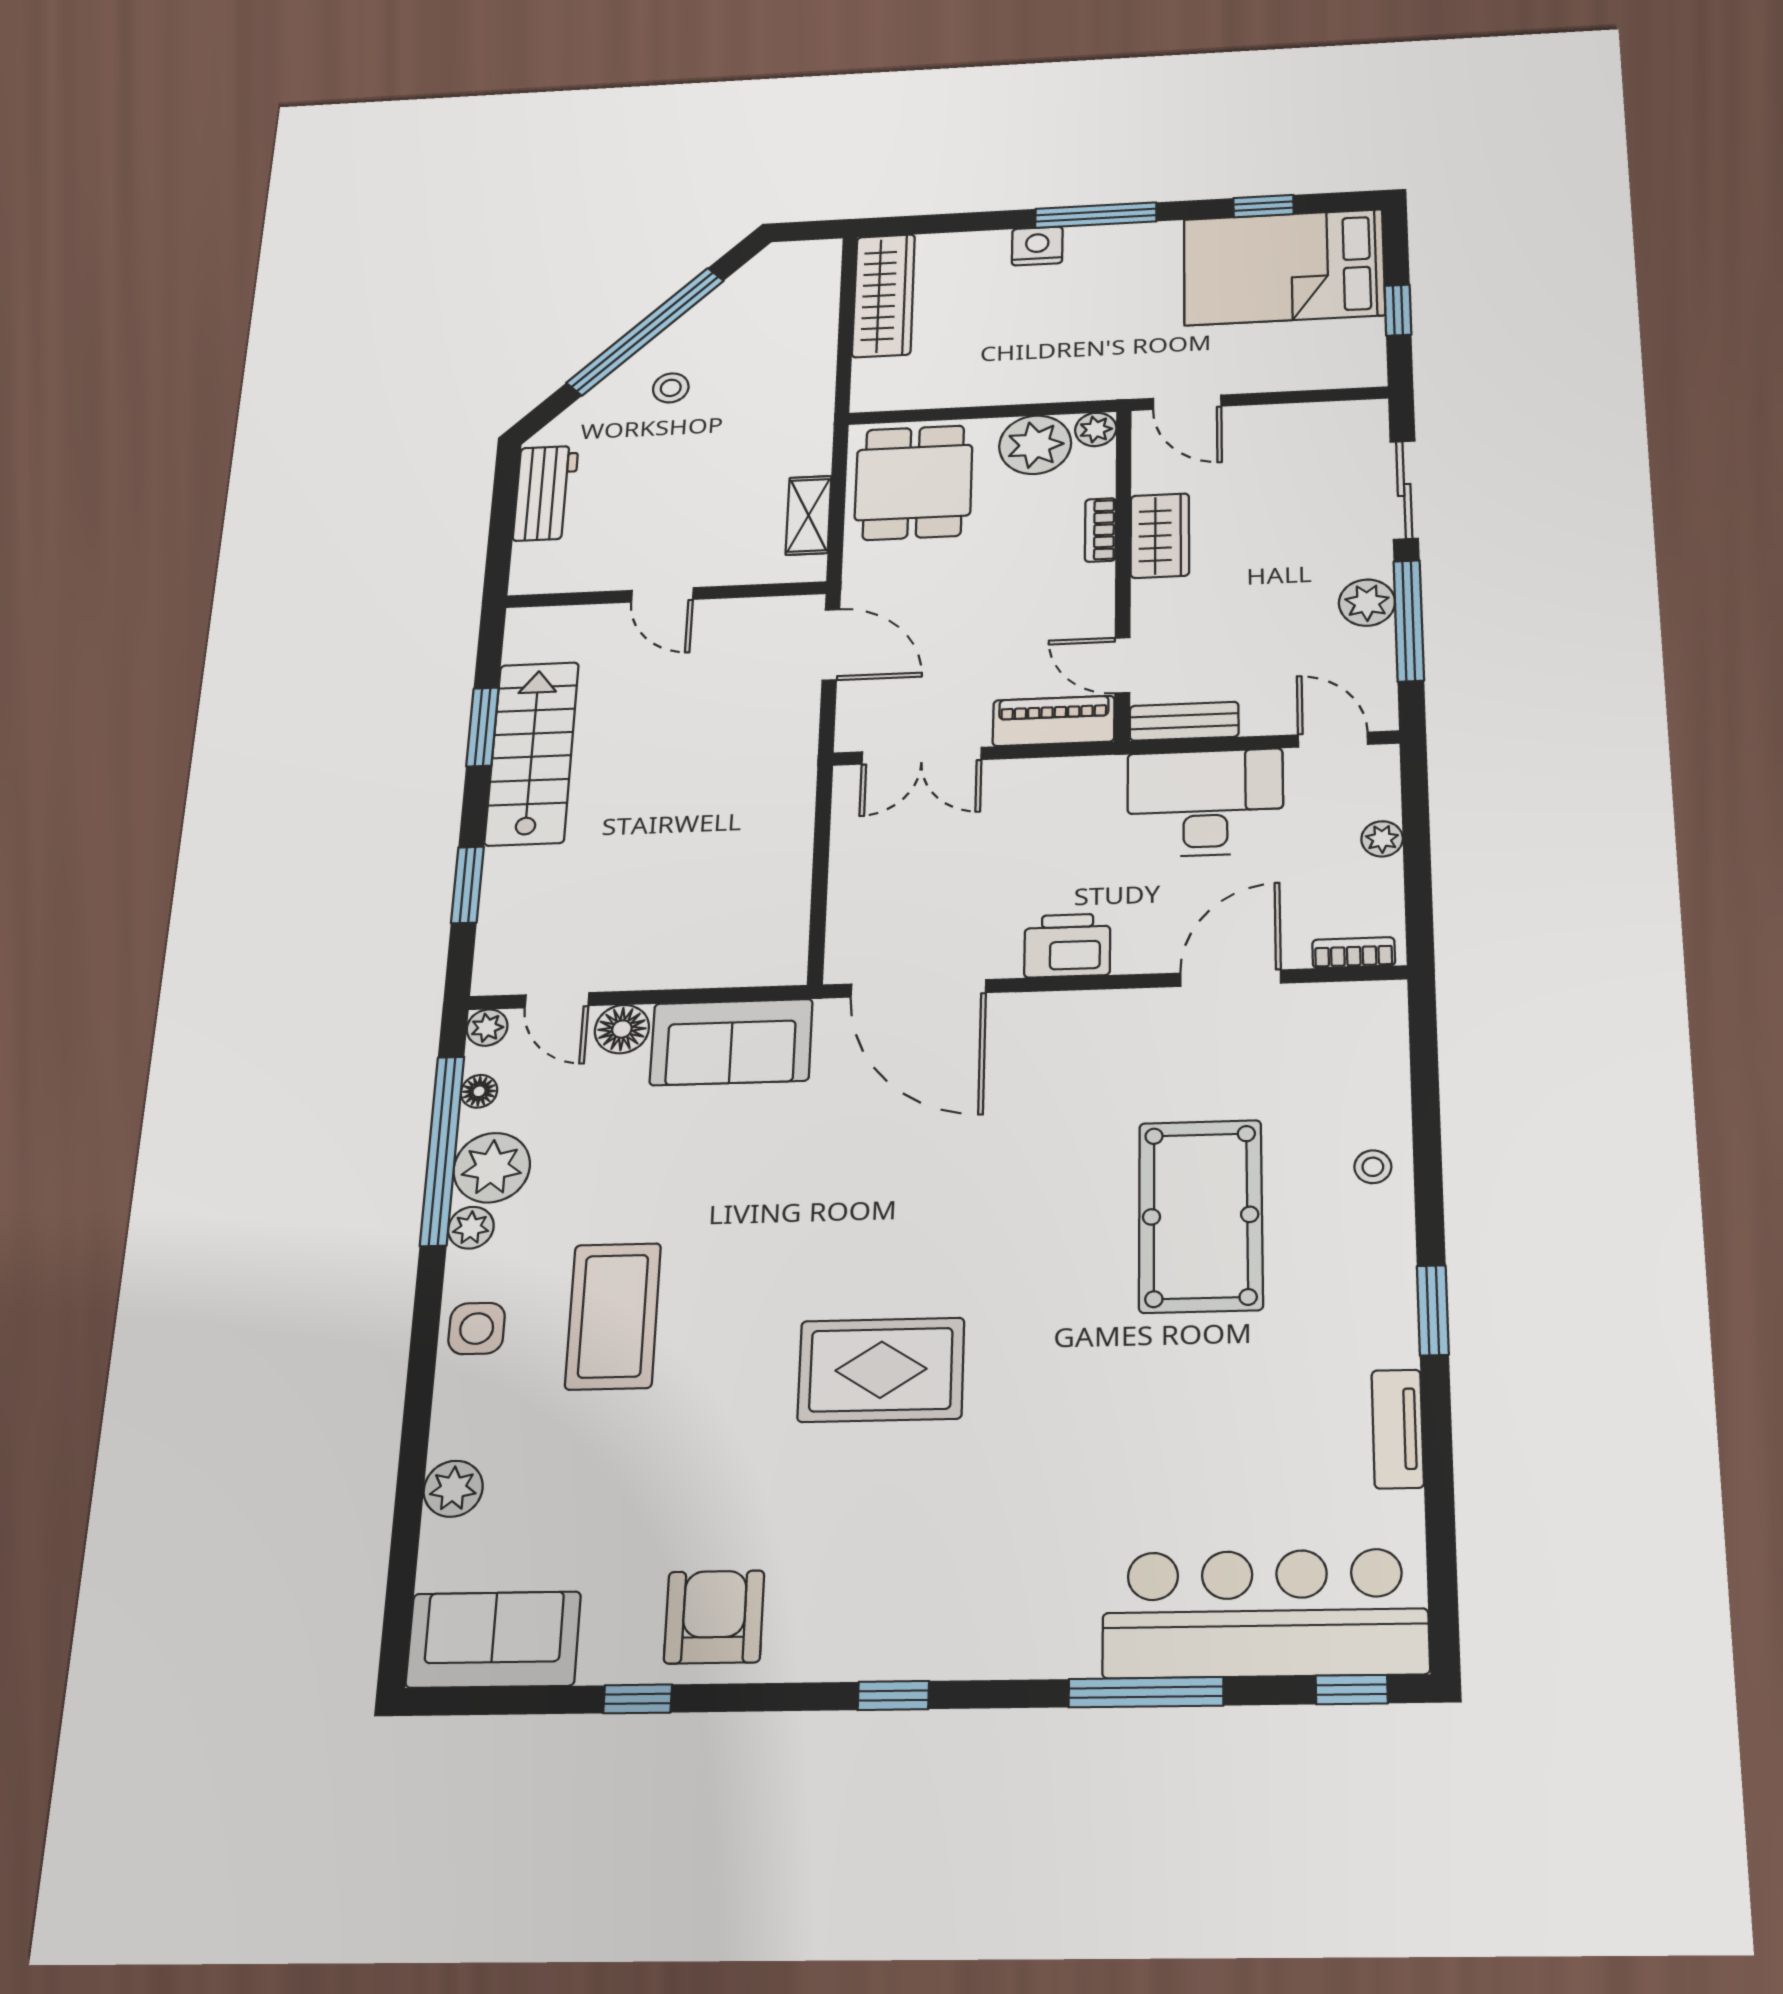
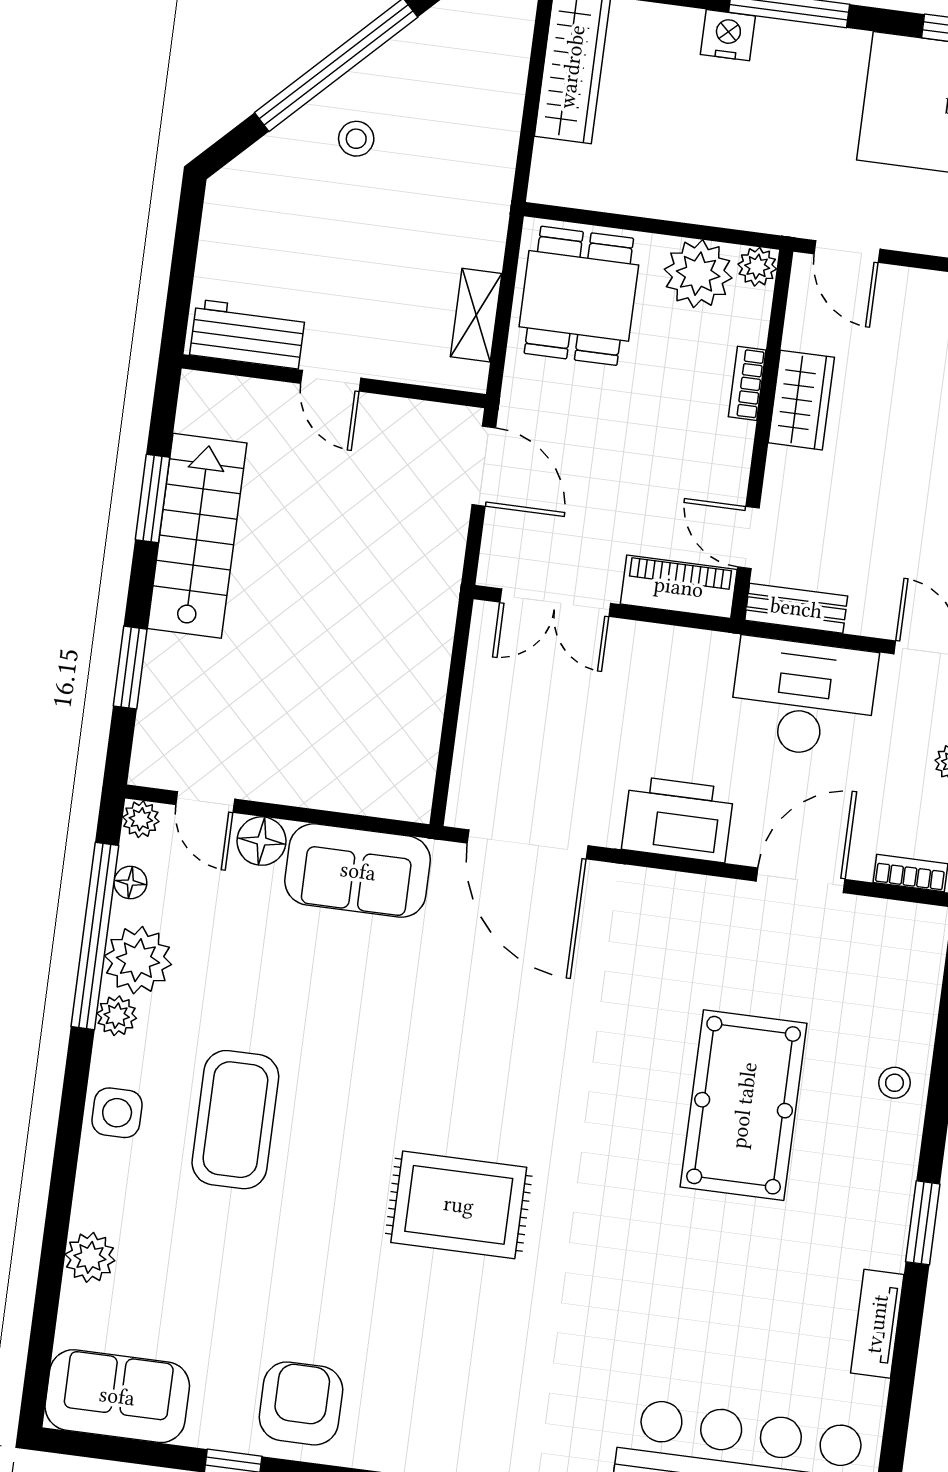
workbench: (546, 493) -> (248, 334), moved, turned -90
printer: (1067, 945) -> (678, 819), width x1.37, depth x1.19

